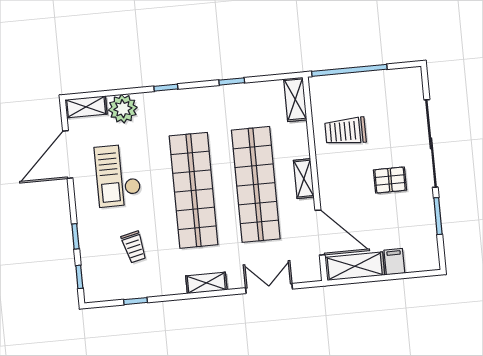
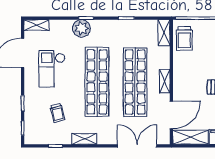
plant: (123, 109) -> (81, 28), moved
trolley: (345, 131) -> (184, 39), moved, turned -90
door: (320, 233) -> (171, 115), hinge flipped
shelving: (206, 283) -> (84, 139), moved
double door: (269, 288) -> (137, 146), width x1.37

